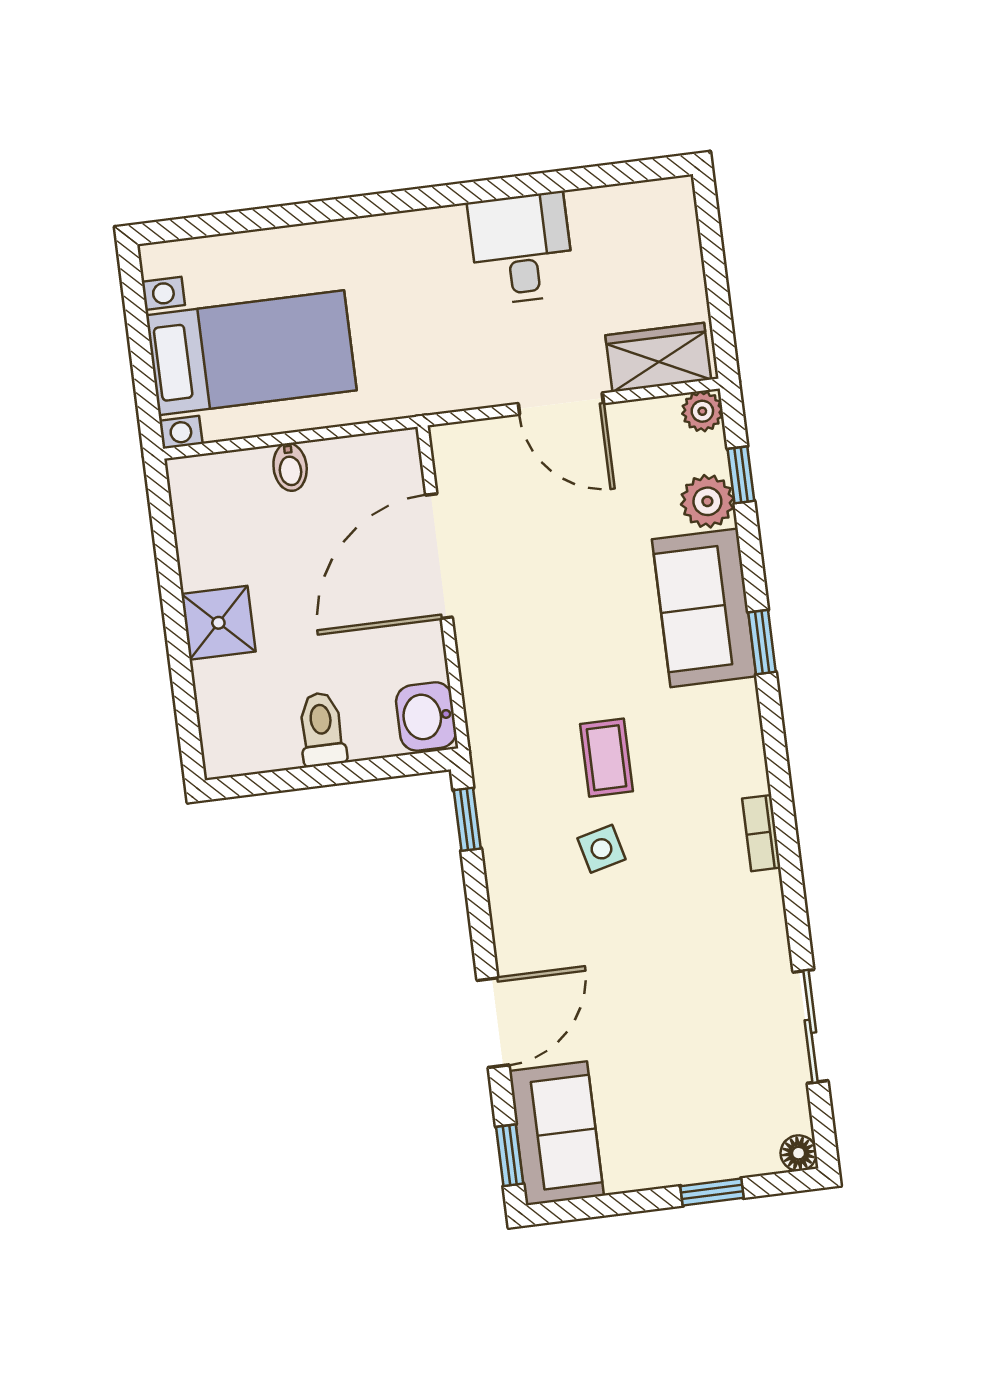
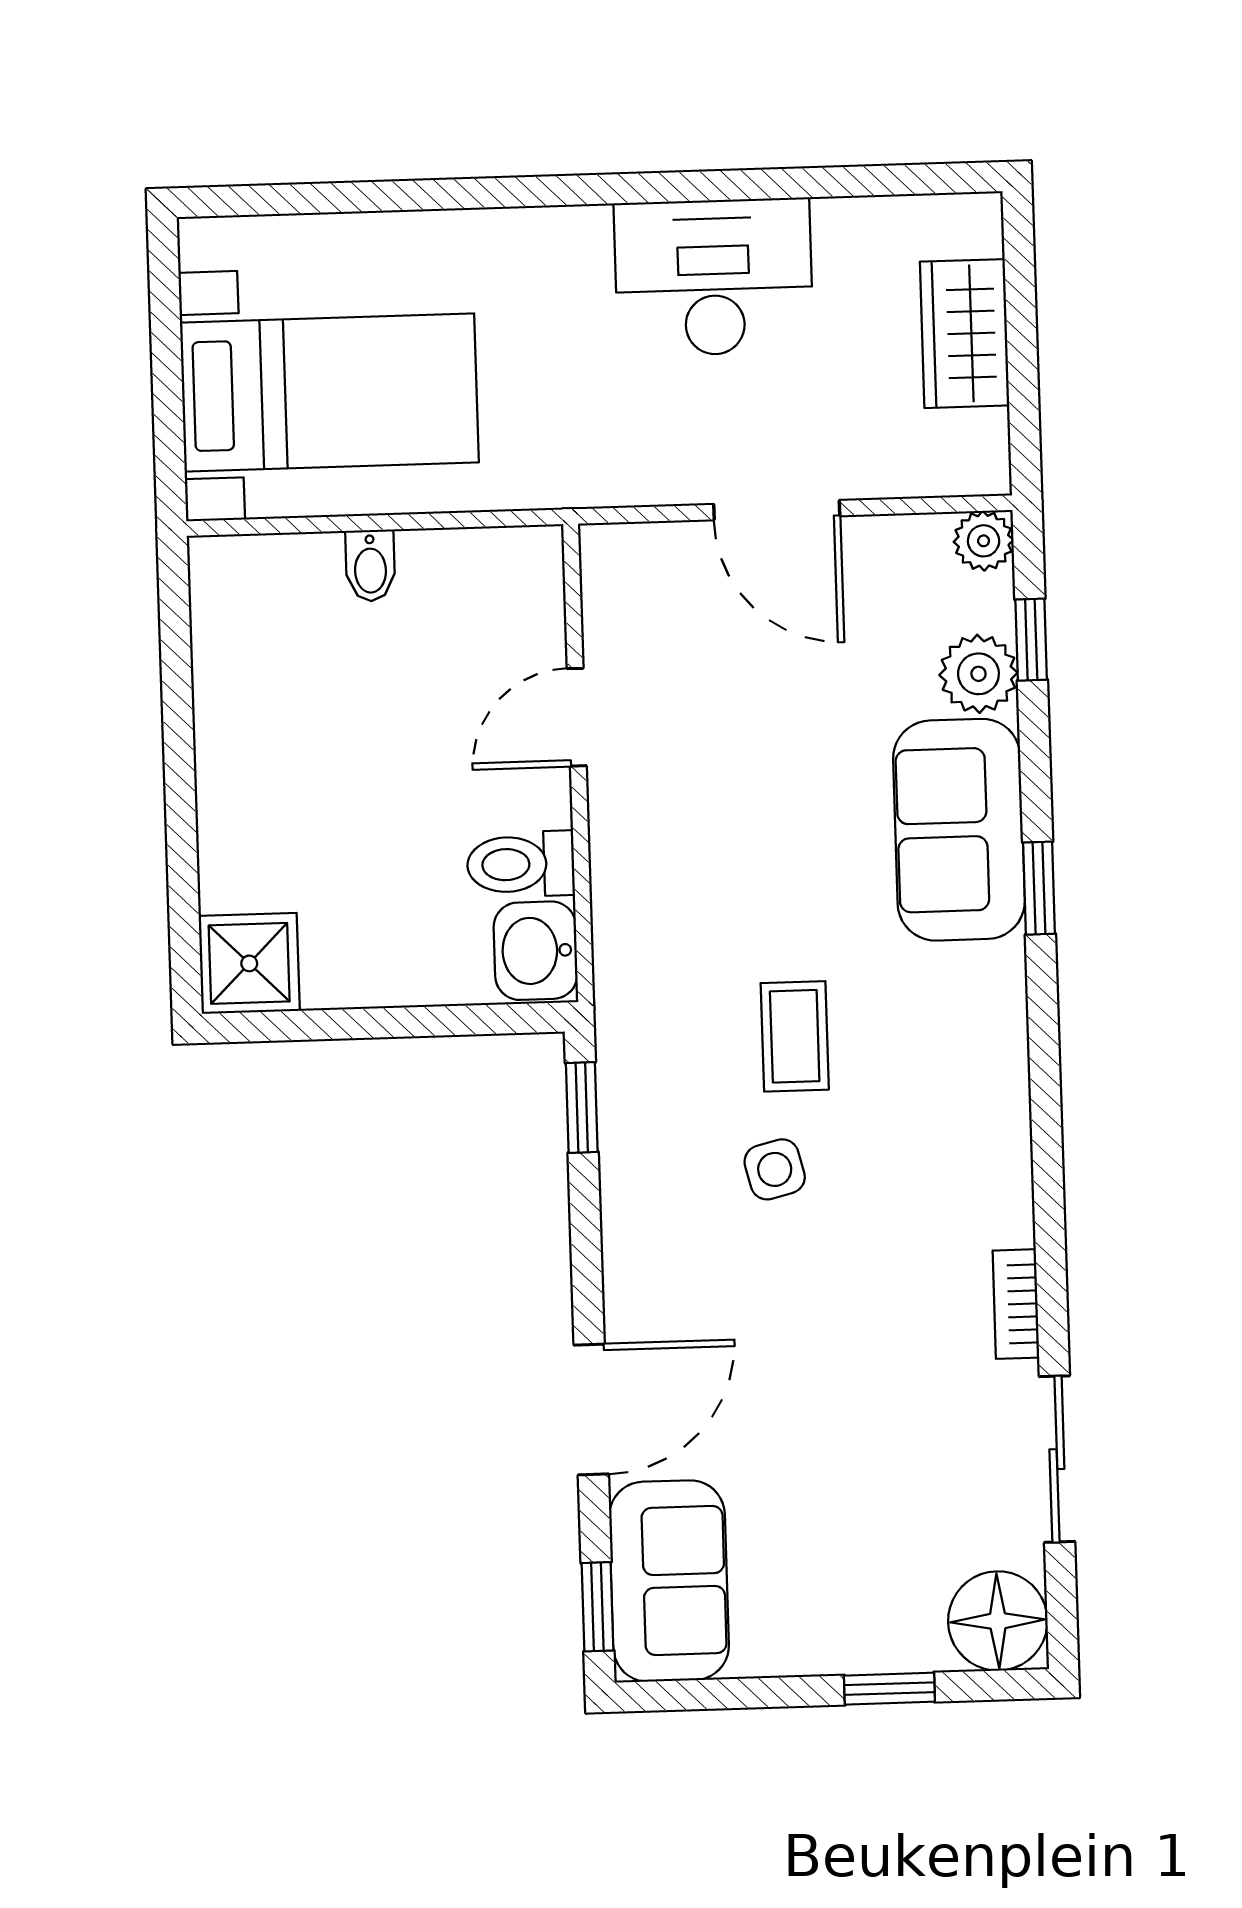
desk: (521, 248) -> (714, 277), width x1.37
wardrobe: (658, 357) -> (965, 334), moved, turned -90
door: (439, 556) -> (577, 717), width x0.53
shower: (218, 623) -> (249, 963), moved
toilet: (322, 729) -> (521, 864), moved, turned -90
bookcase: (761, 833) -> (1016, 1304), moved
floor lamp: (799, 1153) -> (998, 1621), width x1.89, depth x1.89

